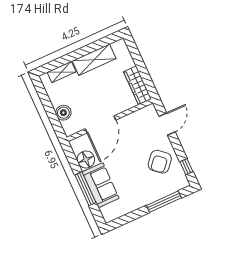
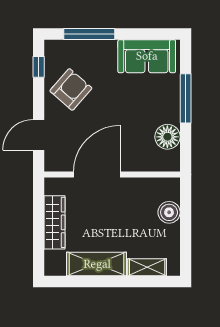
wardrobe: (138, 85) -> (54, 222), moved
door: (101, 124) -> (97, 174), moved
sofa: (101, 185) -> (147, 56), moved, turned -90

